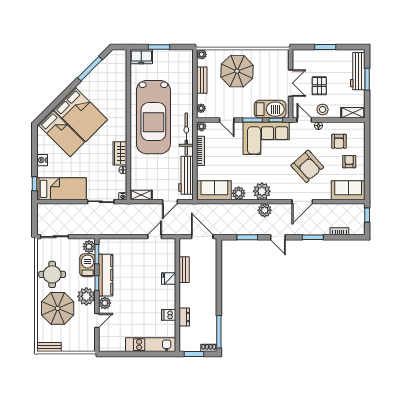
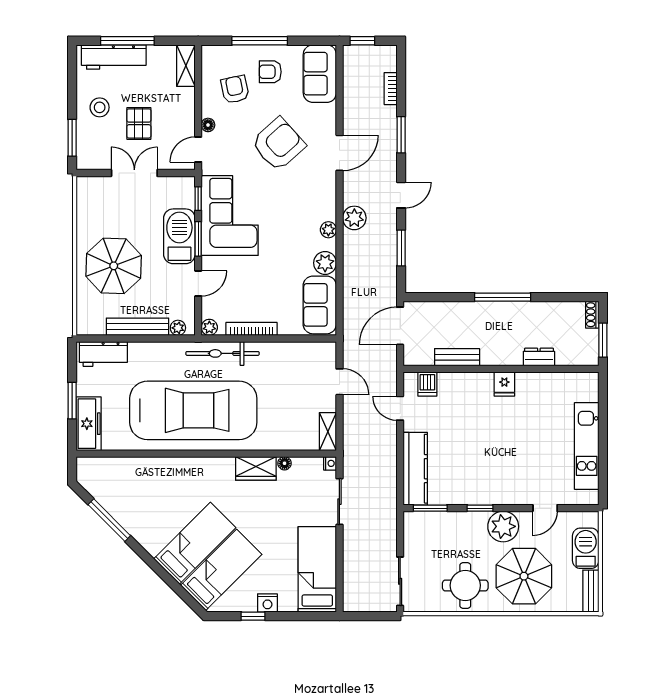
window: (325, 47) -> (72, 138), moved
plant: (202, 54) -> (85, 327), removed
freezer: (141, 57) -> (89, 424), width x1.40
window: (367, 79) -> (127, 41), width x1.44
bench: (202, 80) -> (138, 327), width x1.36
pallet: (319, 86) -> (139, 123), turned 90
barbecue: (270, 109) -> (179, 236), moved
stool: (323, 109) -> (100, 107), moved
bed: (80, 114) -> (195, 543), width x0.67
armchair: (339, 141) -> (235, 89), turned -102
window: (367, 156) -> (260, 41), added
workbench: (186, 175) -> (103, 354), moved, width x0.73
window: (34, 184) -> (253, 616), moved
plant: (262, 191) -> (328, 230), width x0.53, depth x0.53
door: (302, 202) -> (339, 153), hinge flipped
plant: (89, 247) -> (417, 522), removed
barbecue: (88, 265) -> (586, 548), moved, turned 90
kitchen counter: (106, 275) -> (415, 469), moved, turned 90
fridge: (169, 278) -> (504, 384), moved
plant: (105, 303) -> (515, 495), removed
dishwasher: (169, 315) -> (427, 384), moved
door: (97, 321) -> (545, 508), swing flipped
window: (219, 332) -> (503, 297), moved
kitchen unit: (151, 345) -> (587, 446), moved

